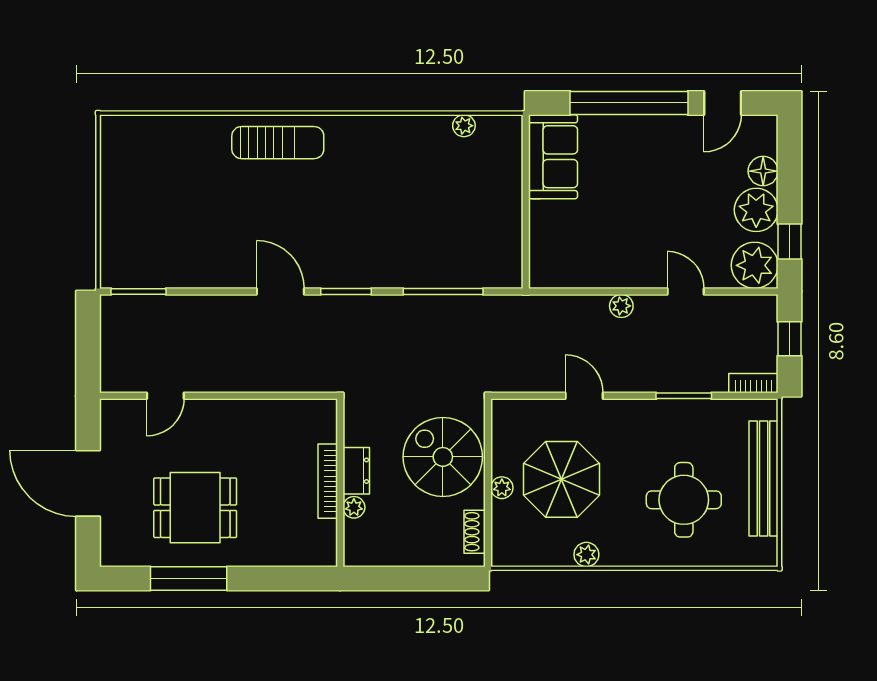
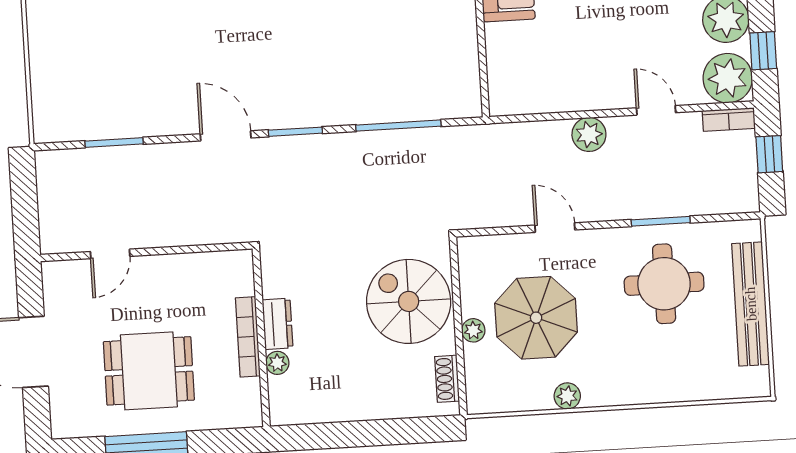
window: (138, 291) -> (114, 142), moved
plant: (621, 306) -> (589, 134), width x1.38, depth x1.38
bookcase: (753, 383) -> (729, 119), moved, turned 180
dresser: (356, 471) -> (278, 324), moved
bookcase: (328, 481) -> (248, 337), moved
wall: (340, 483) -> (261, 338), moved
round table: (684, 500) -> (664, 284), moved
plant: (354, 507) -> (277, 363), moved

